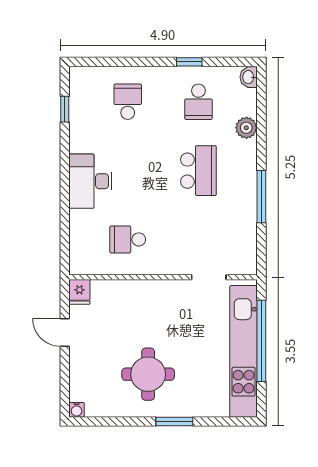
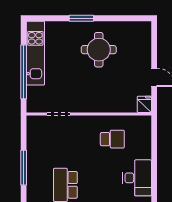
kitchen unit: (244, 351) -> (35, 53), width x0.73
water cooler: (77, 410) -> (146, 26), removed

